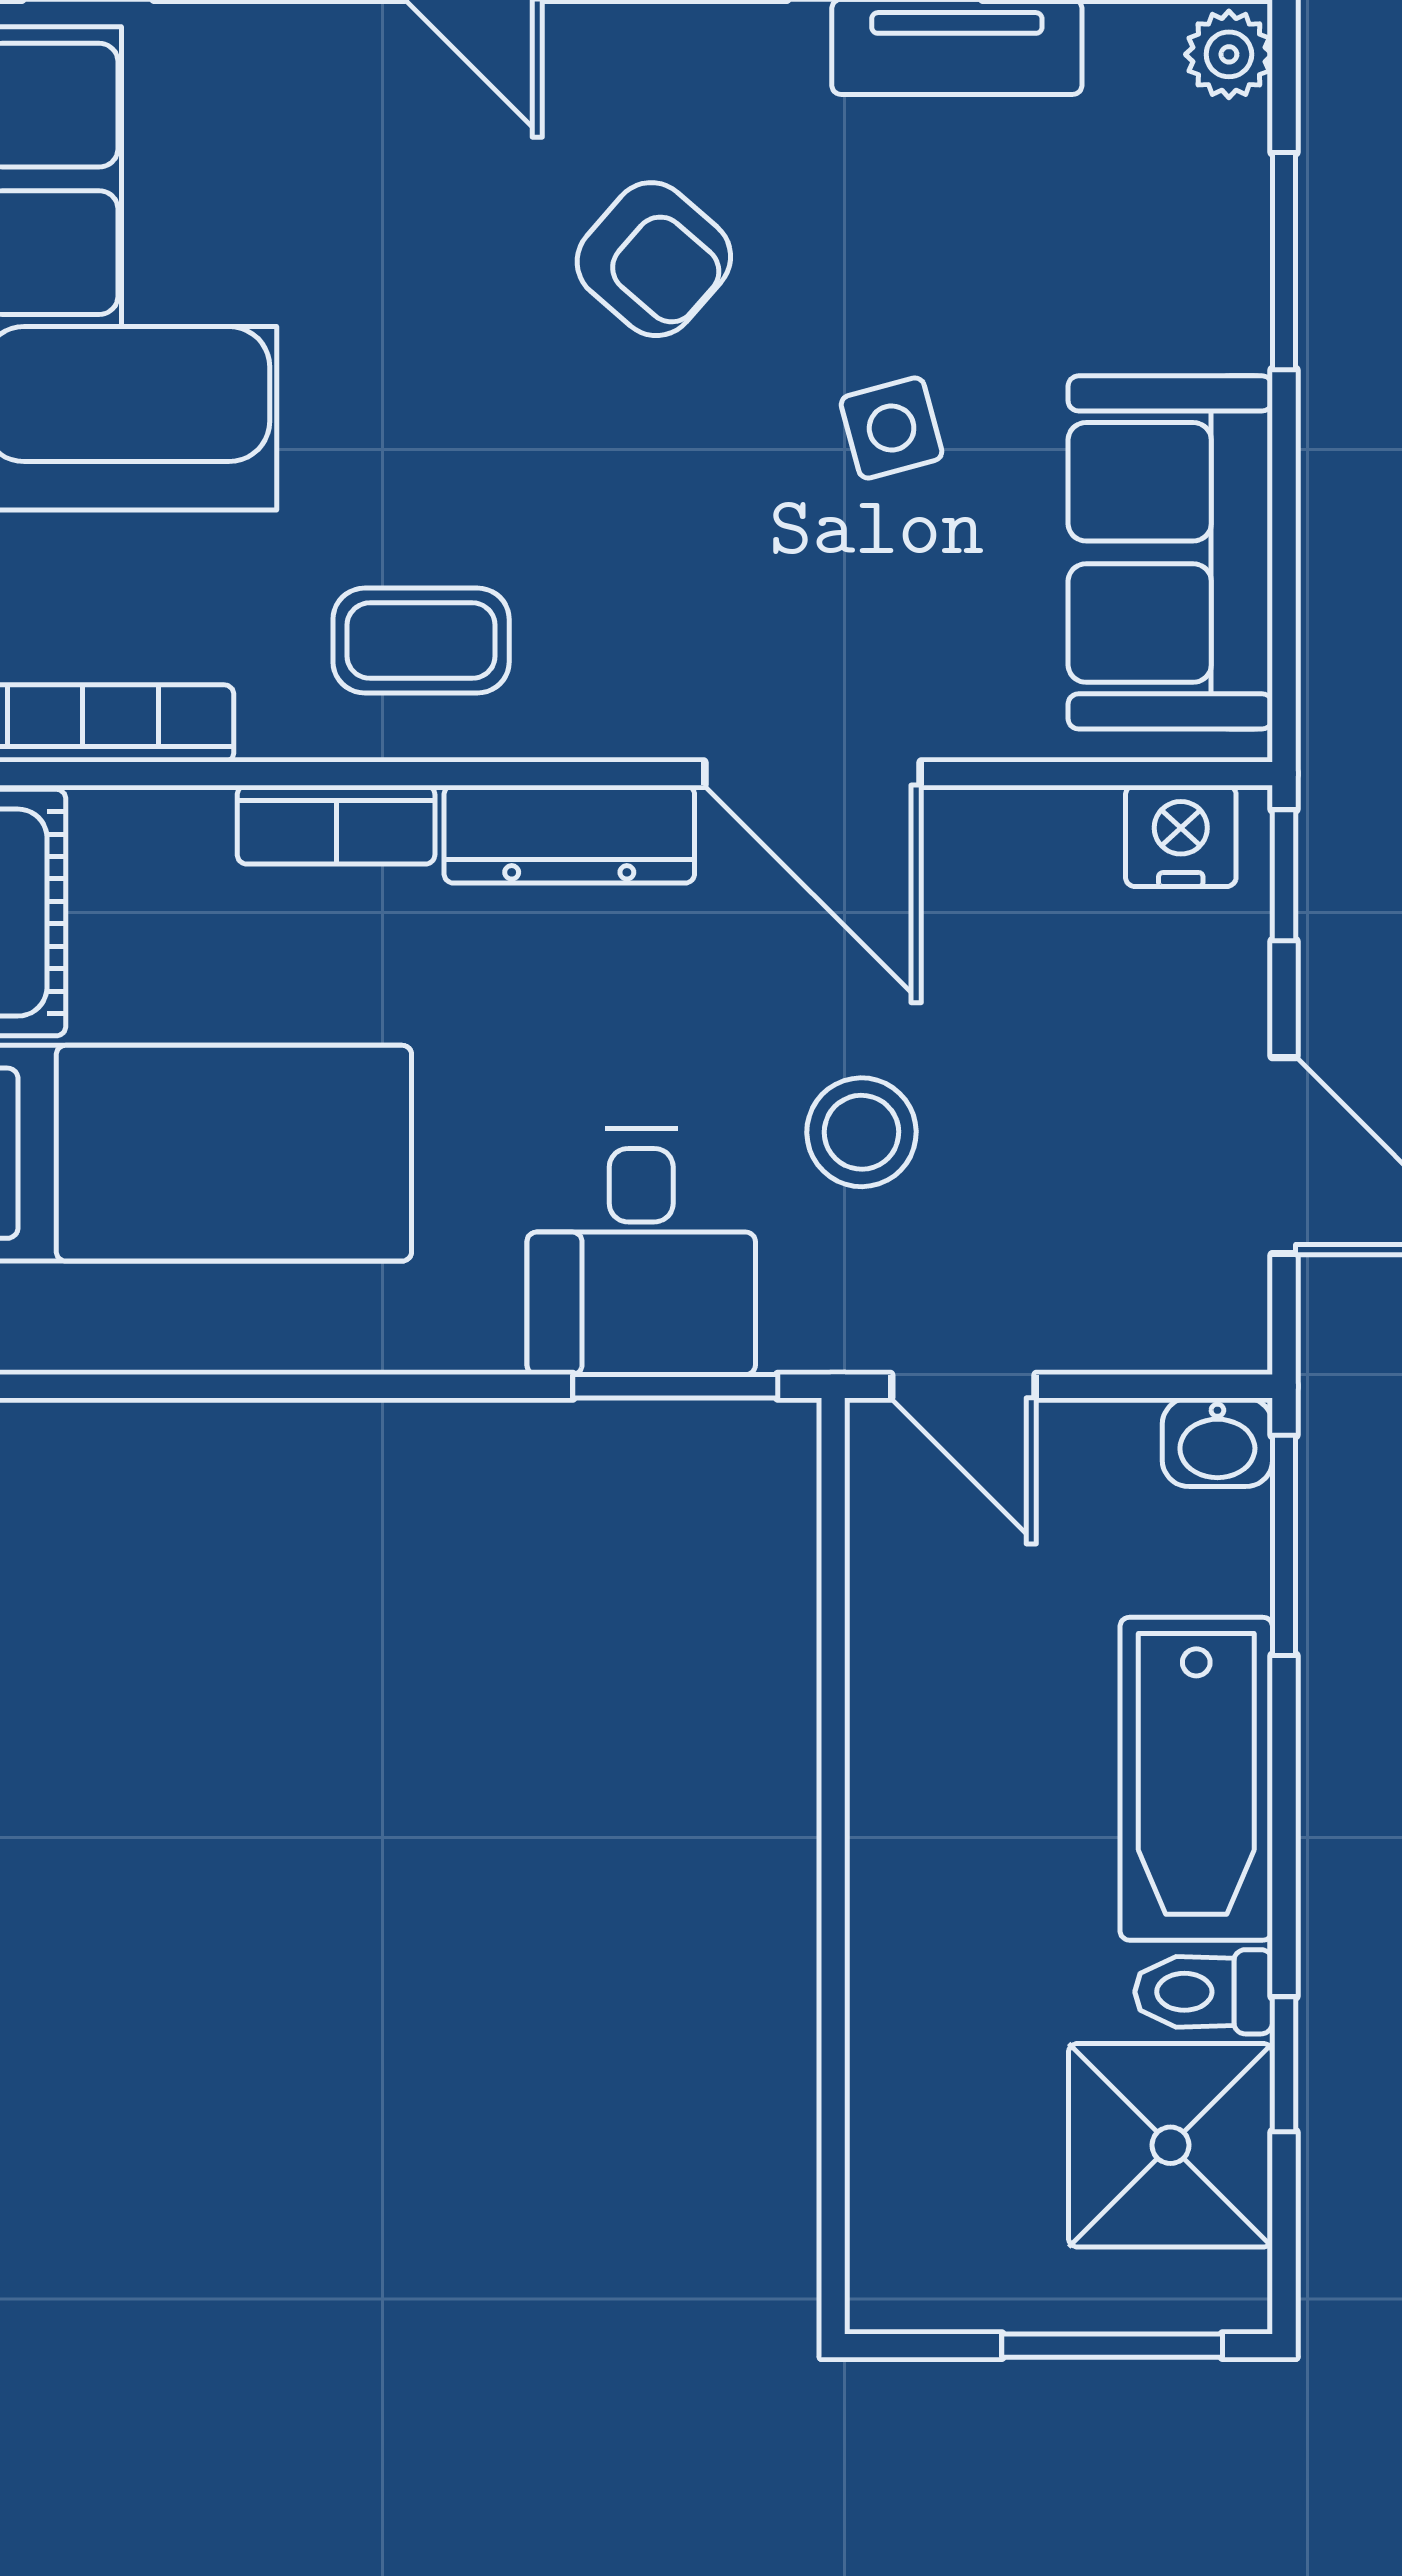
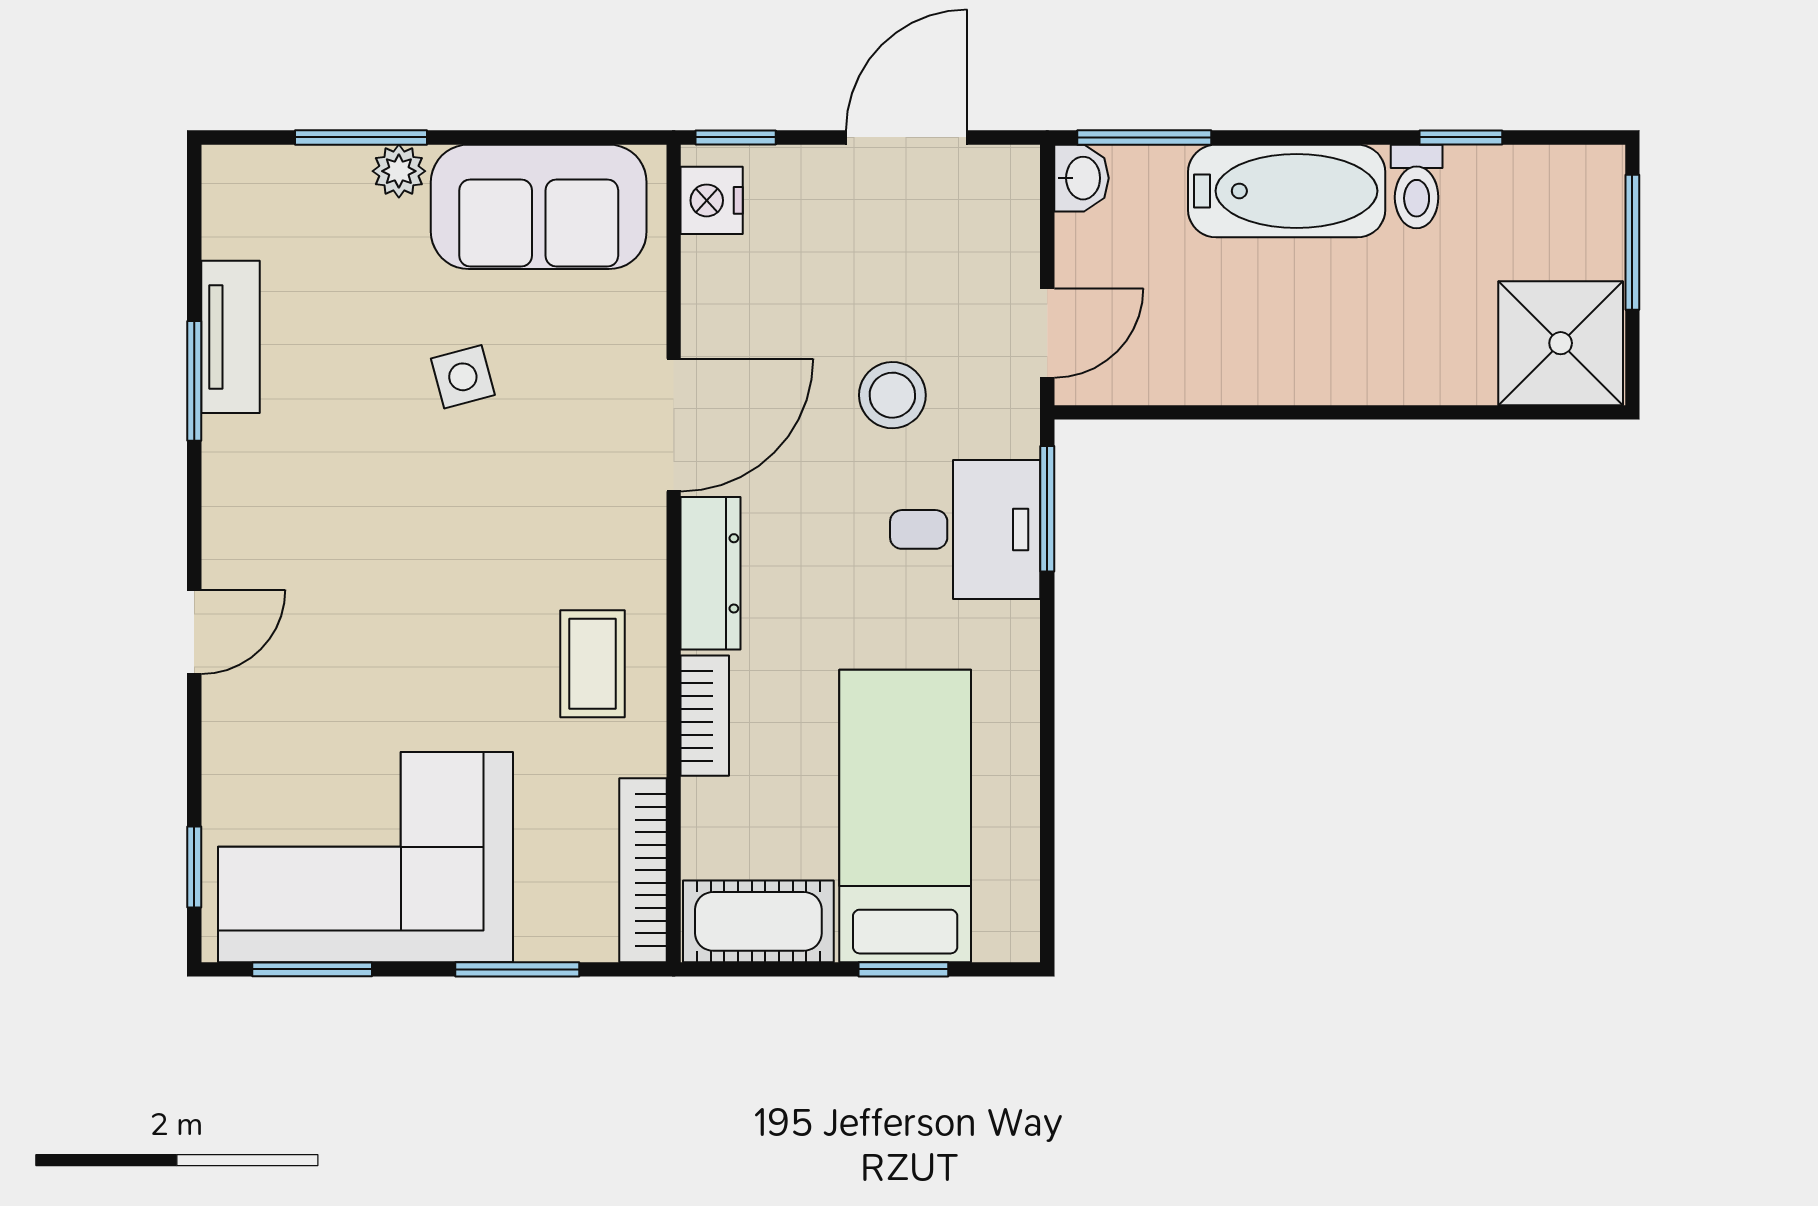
plant: (1229, 54) -> (399, 171), moved
armchair: (654, 259) -> (360, 522), removed
shower: (1170, 2145) -> (1561, 343), moved

